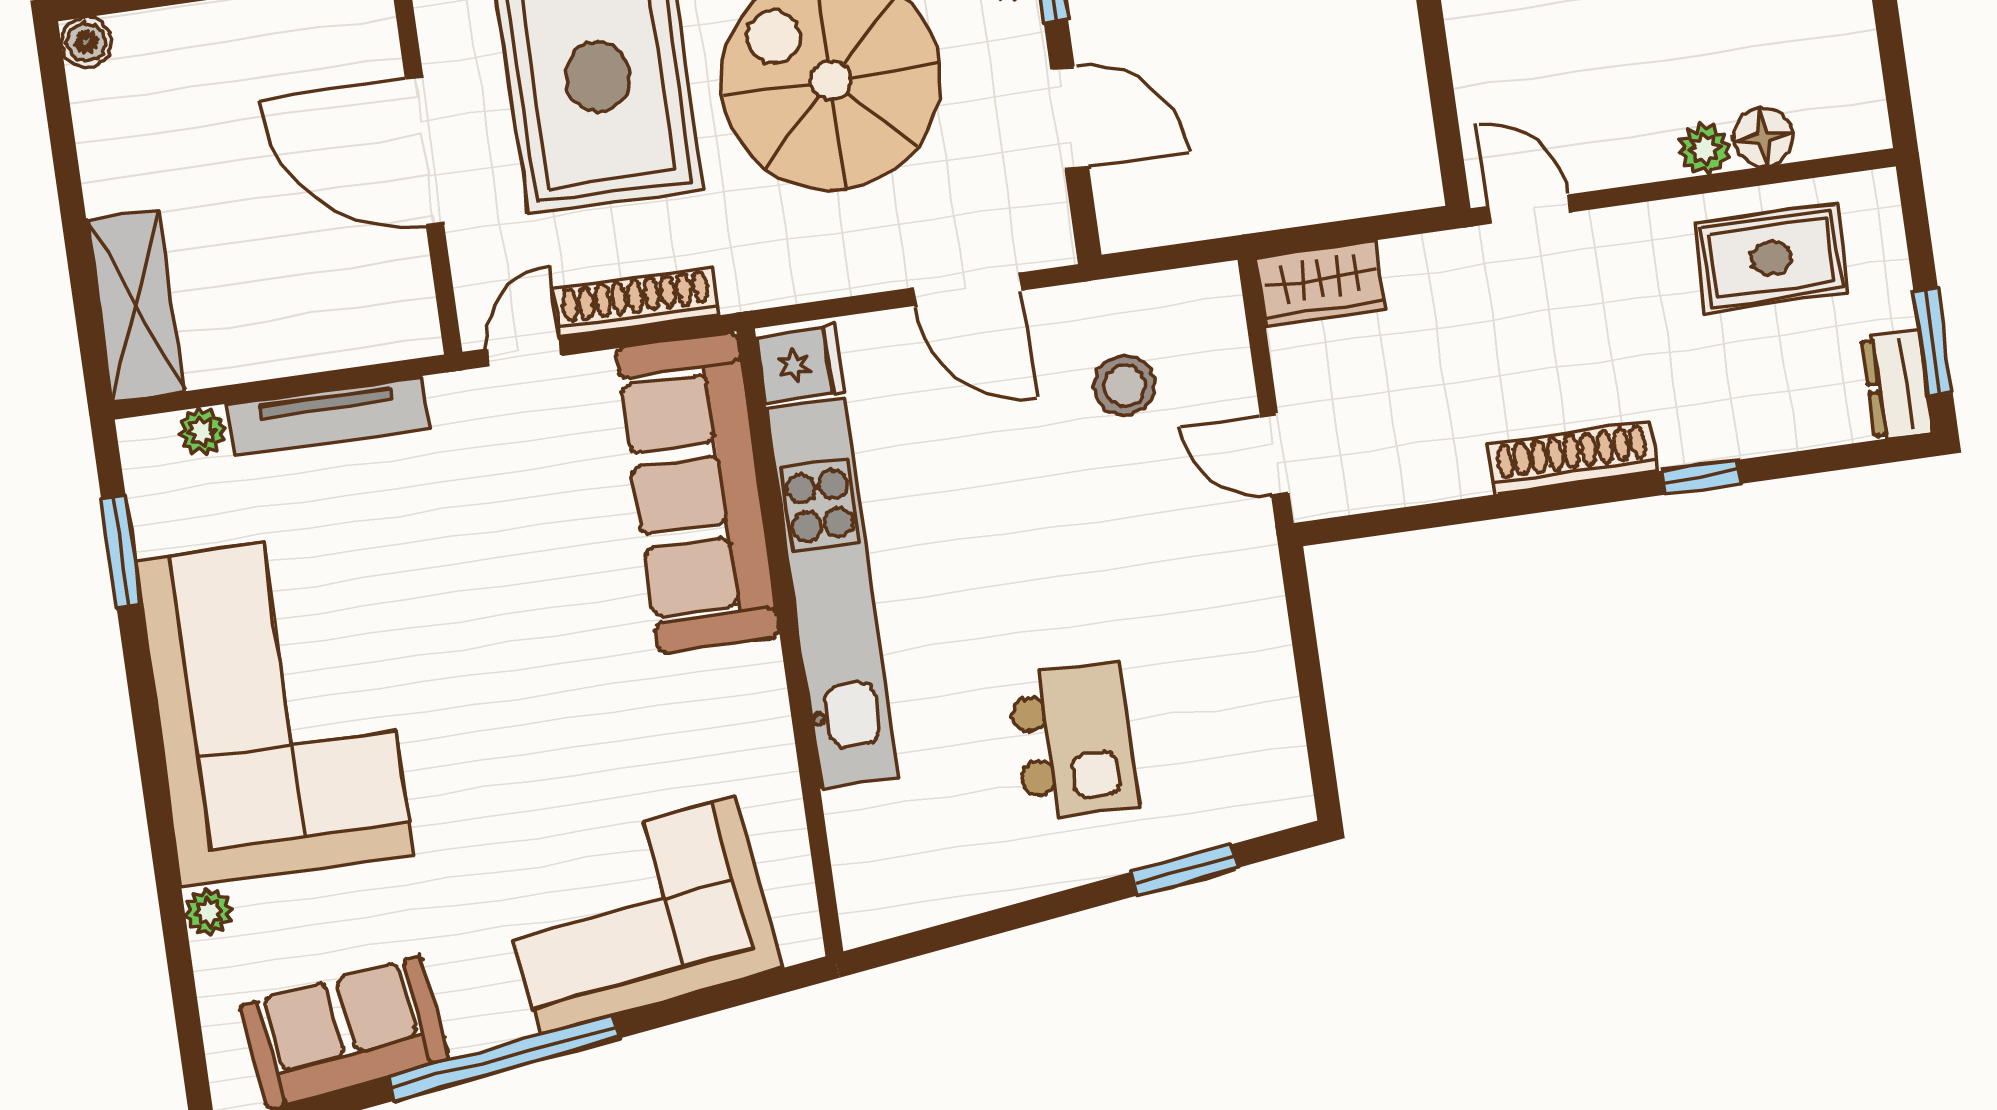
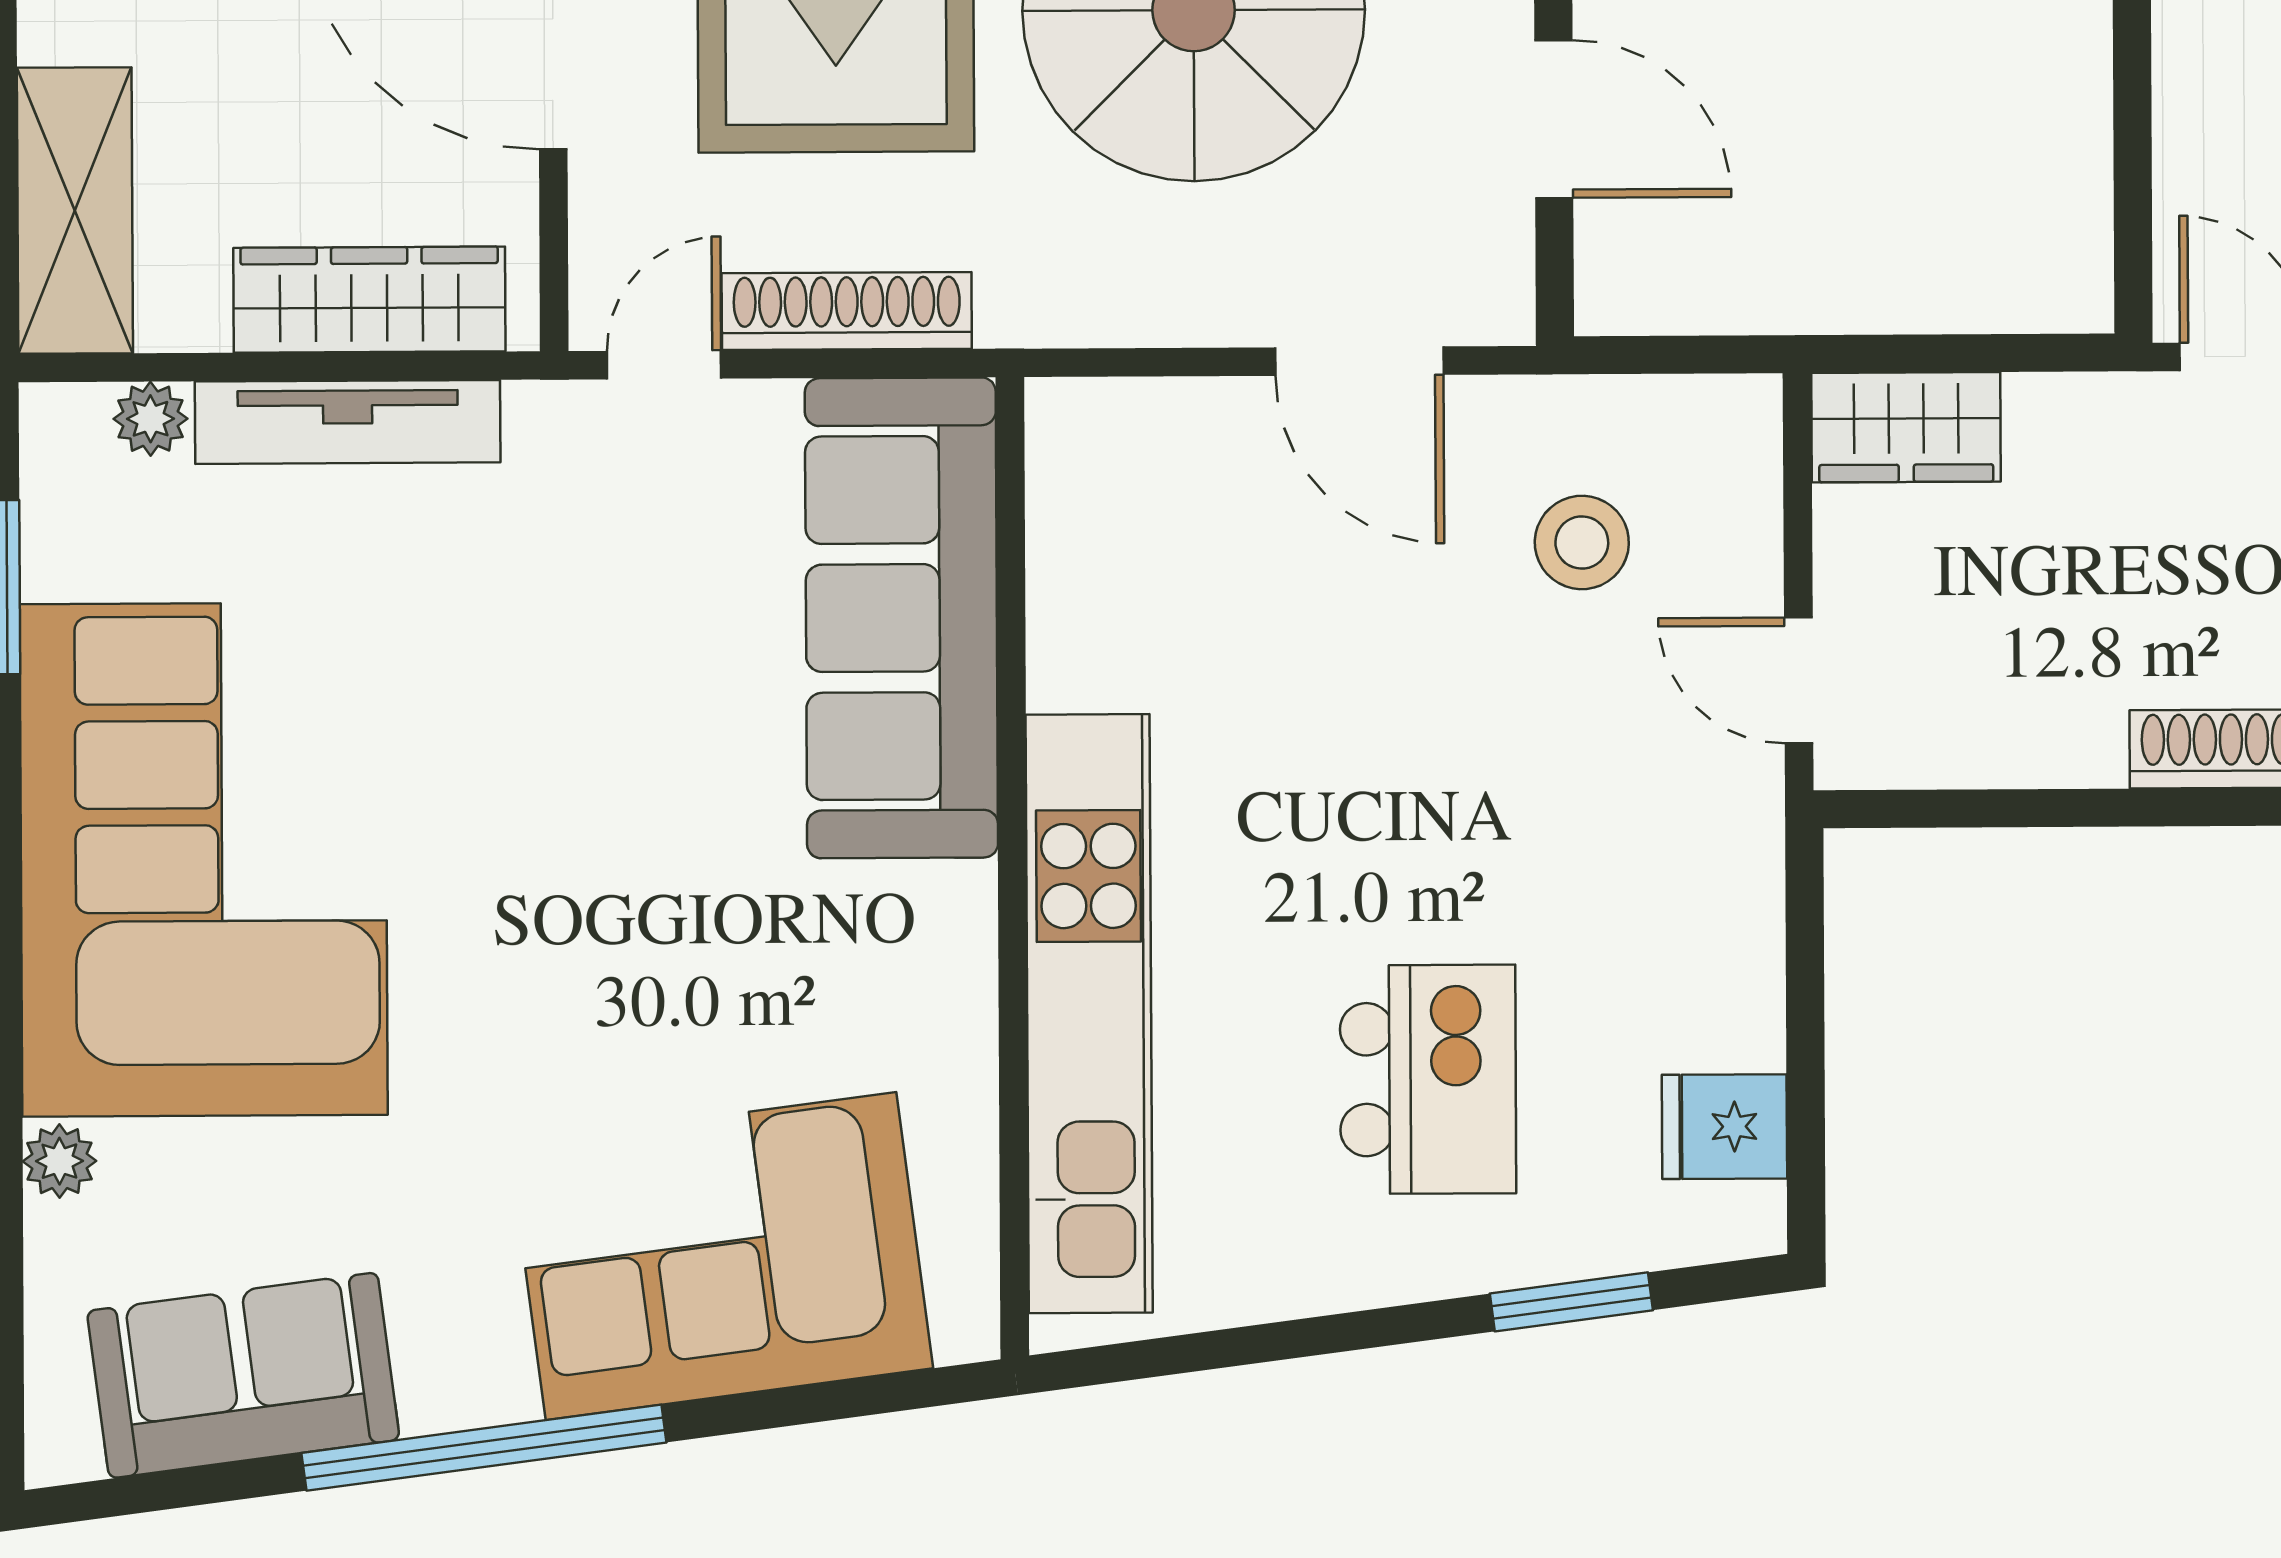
wardrobe: (331, 336) -> (369, 300), added
fridge: (800, 364) -> (1724, 1127), moved, turned 180
kitchen unit: (832, 593) -> (1089, 1014), moved

